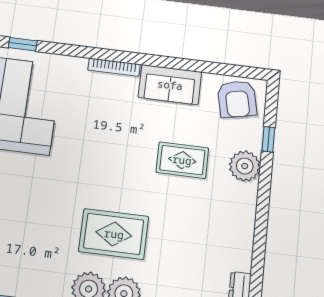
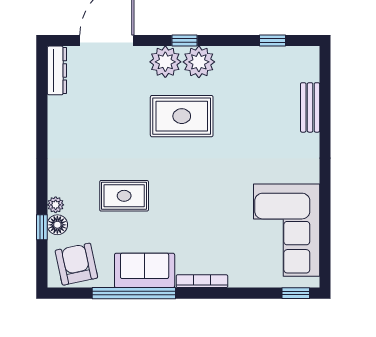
window: (183, 64) -> (134, 293), added
floor lamp: (253, 140) -> (57, 225), added
plant: (245, 166) -> (56, 205), width x0.53, depth x0.53

